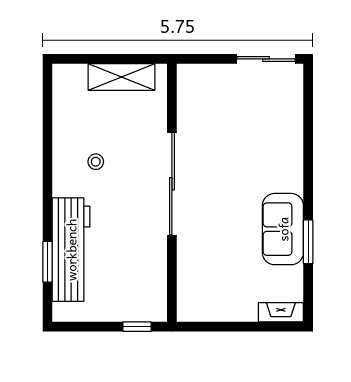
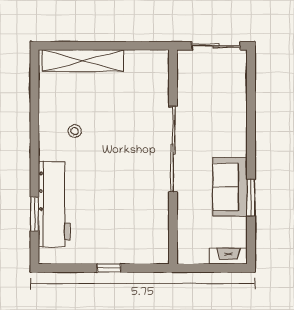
shelving: (121, 77) -> (83, 61), width x1.47
sliding door: (172, 184) -> (173, 149), moved
wall: (172, 193) -> (173, 157), moved

